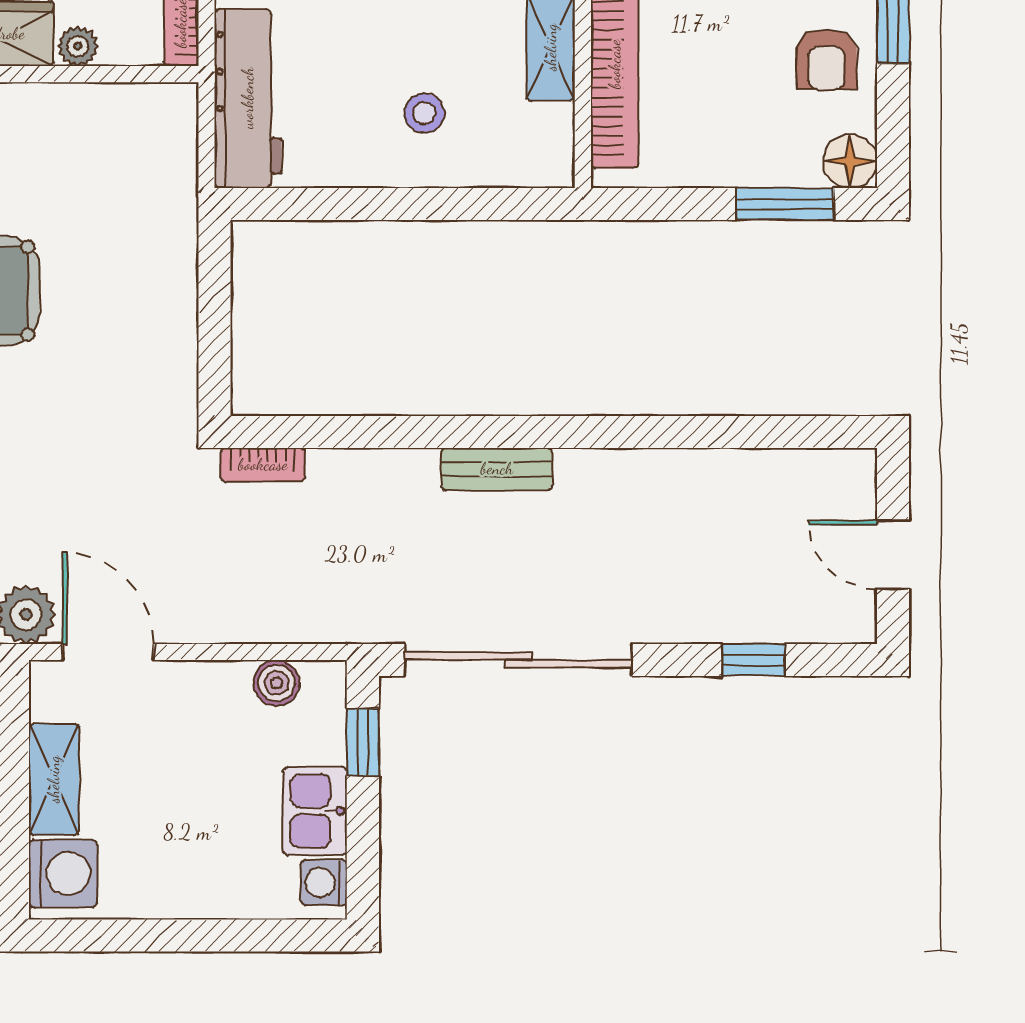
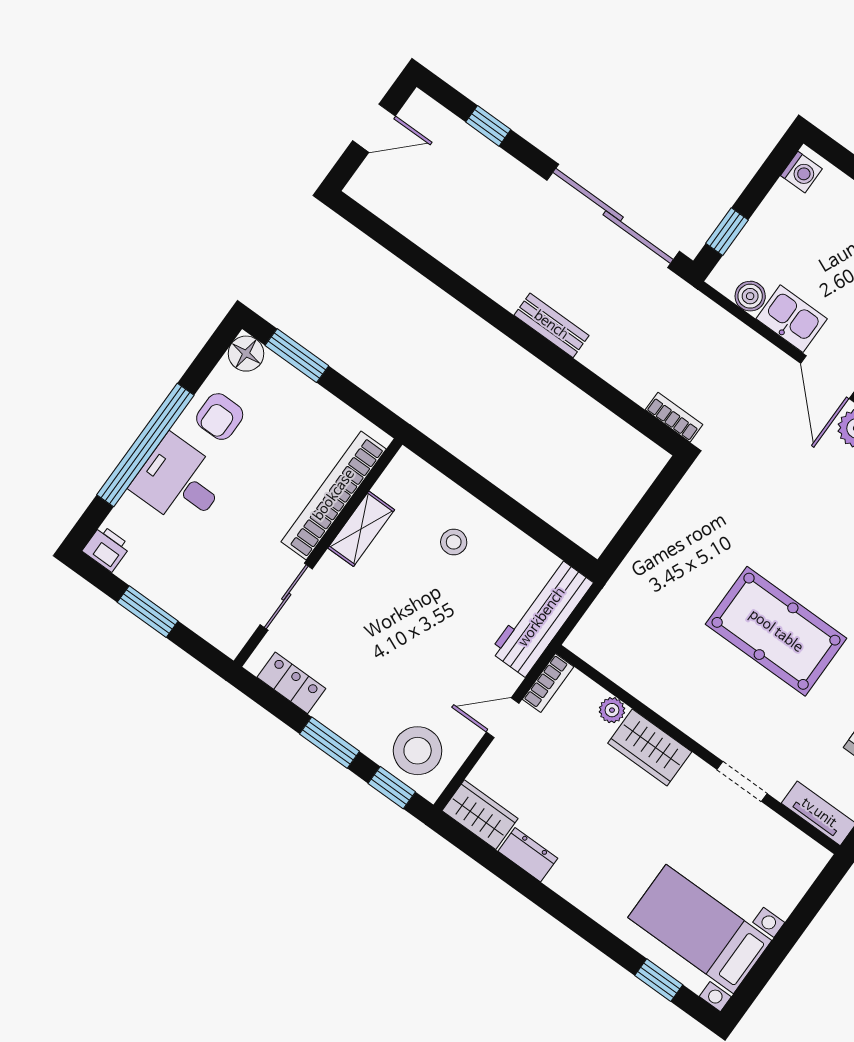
armchair: (826, 60) -> (220, 417), turned 180
door: (893, 555) -> (374, 128), hinge flipped
kitchen sink: (315, 811) -> (792, 319), moved, turned -90

